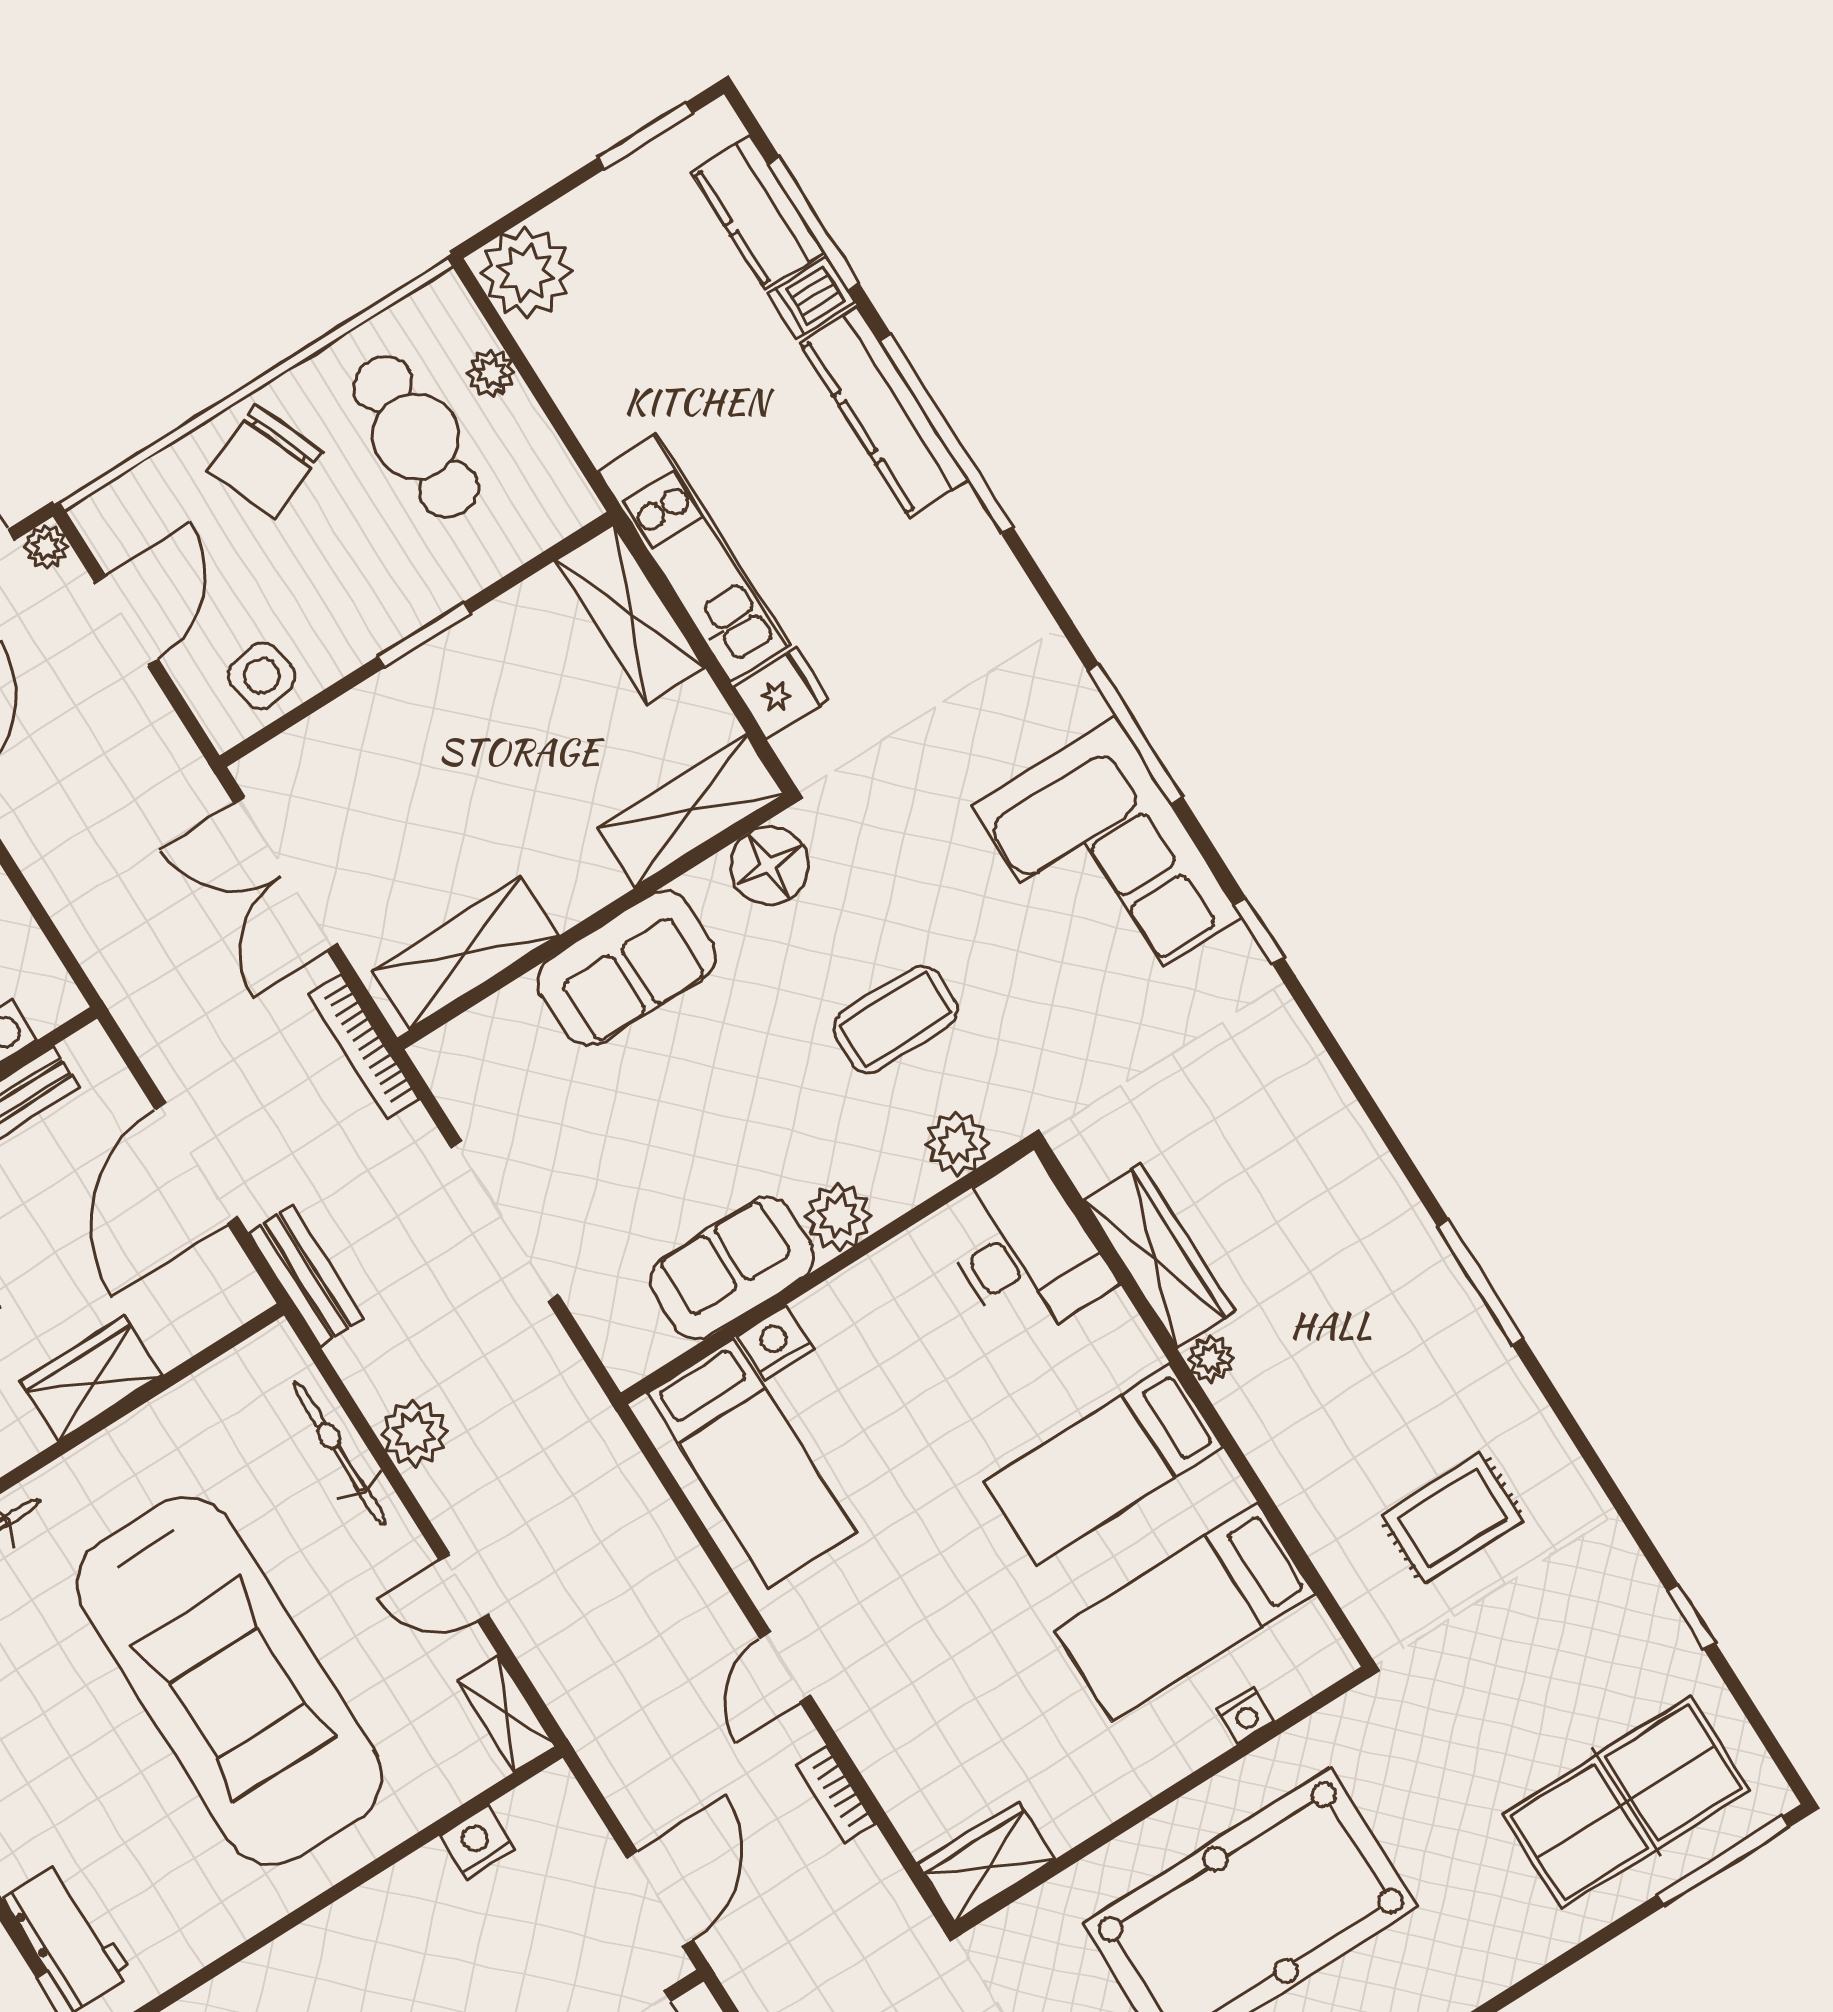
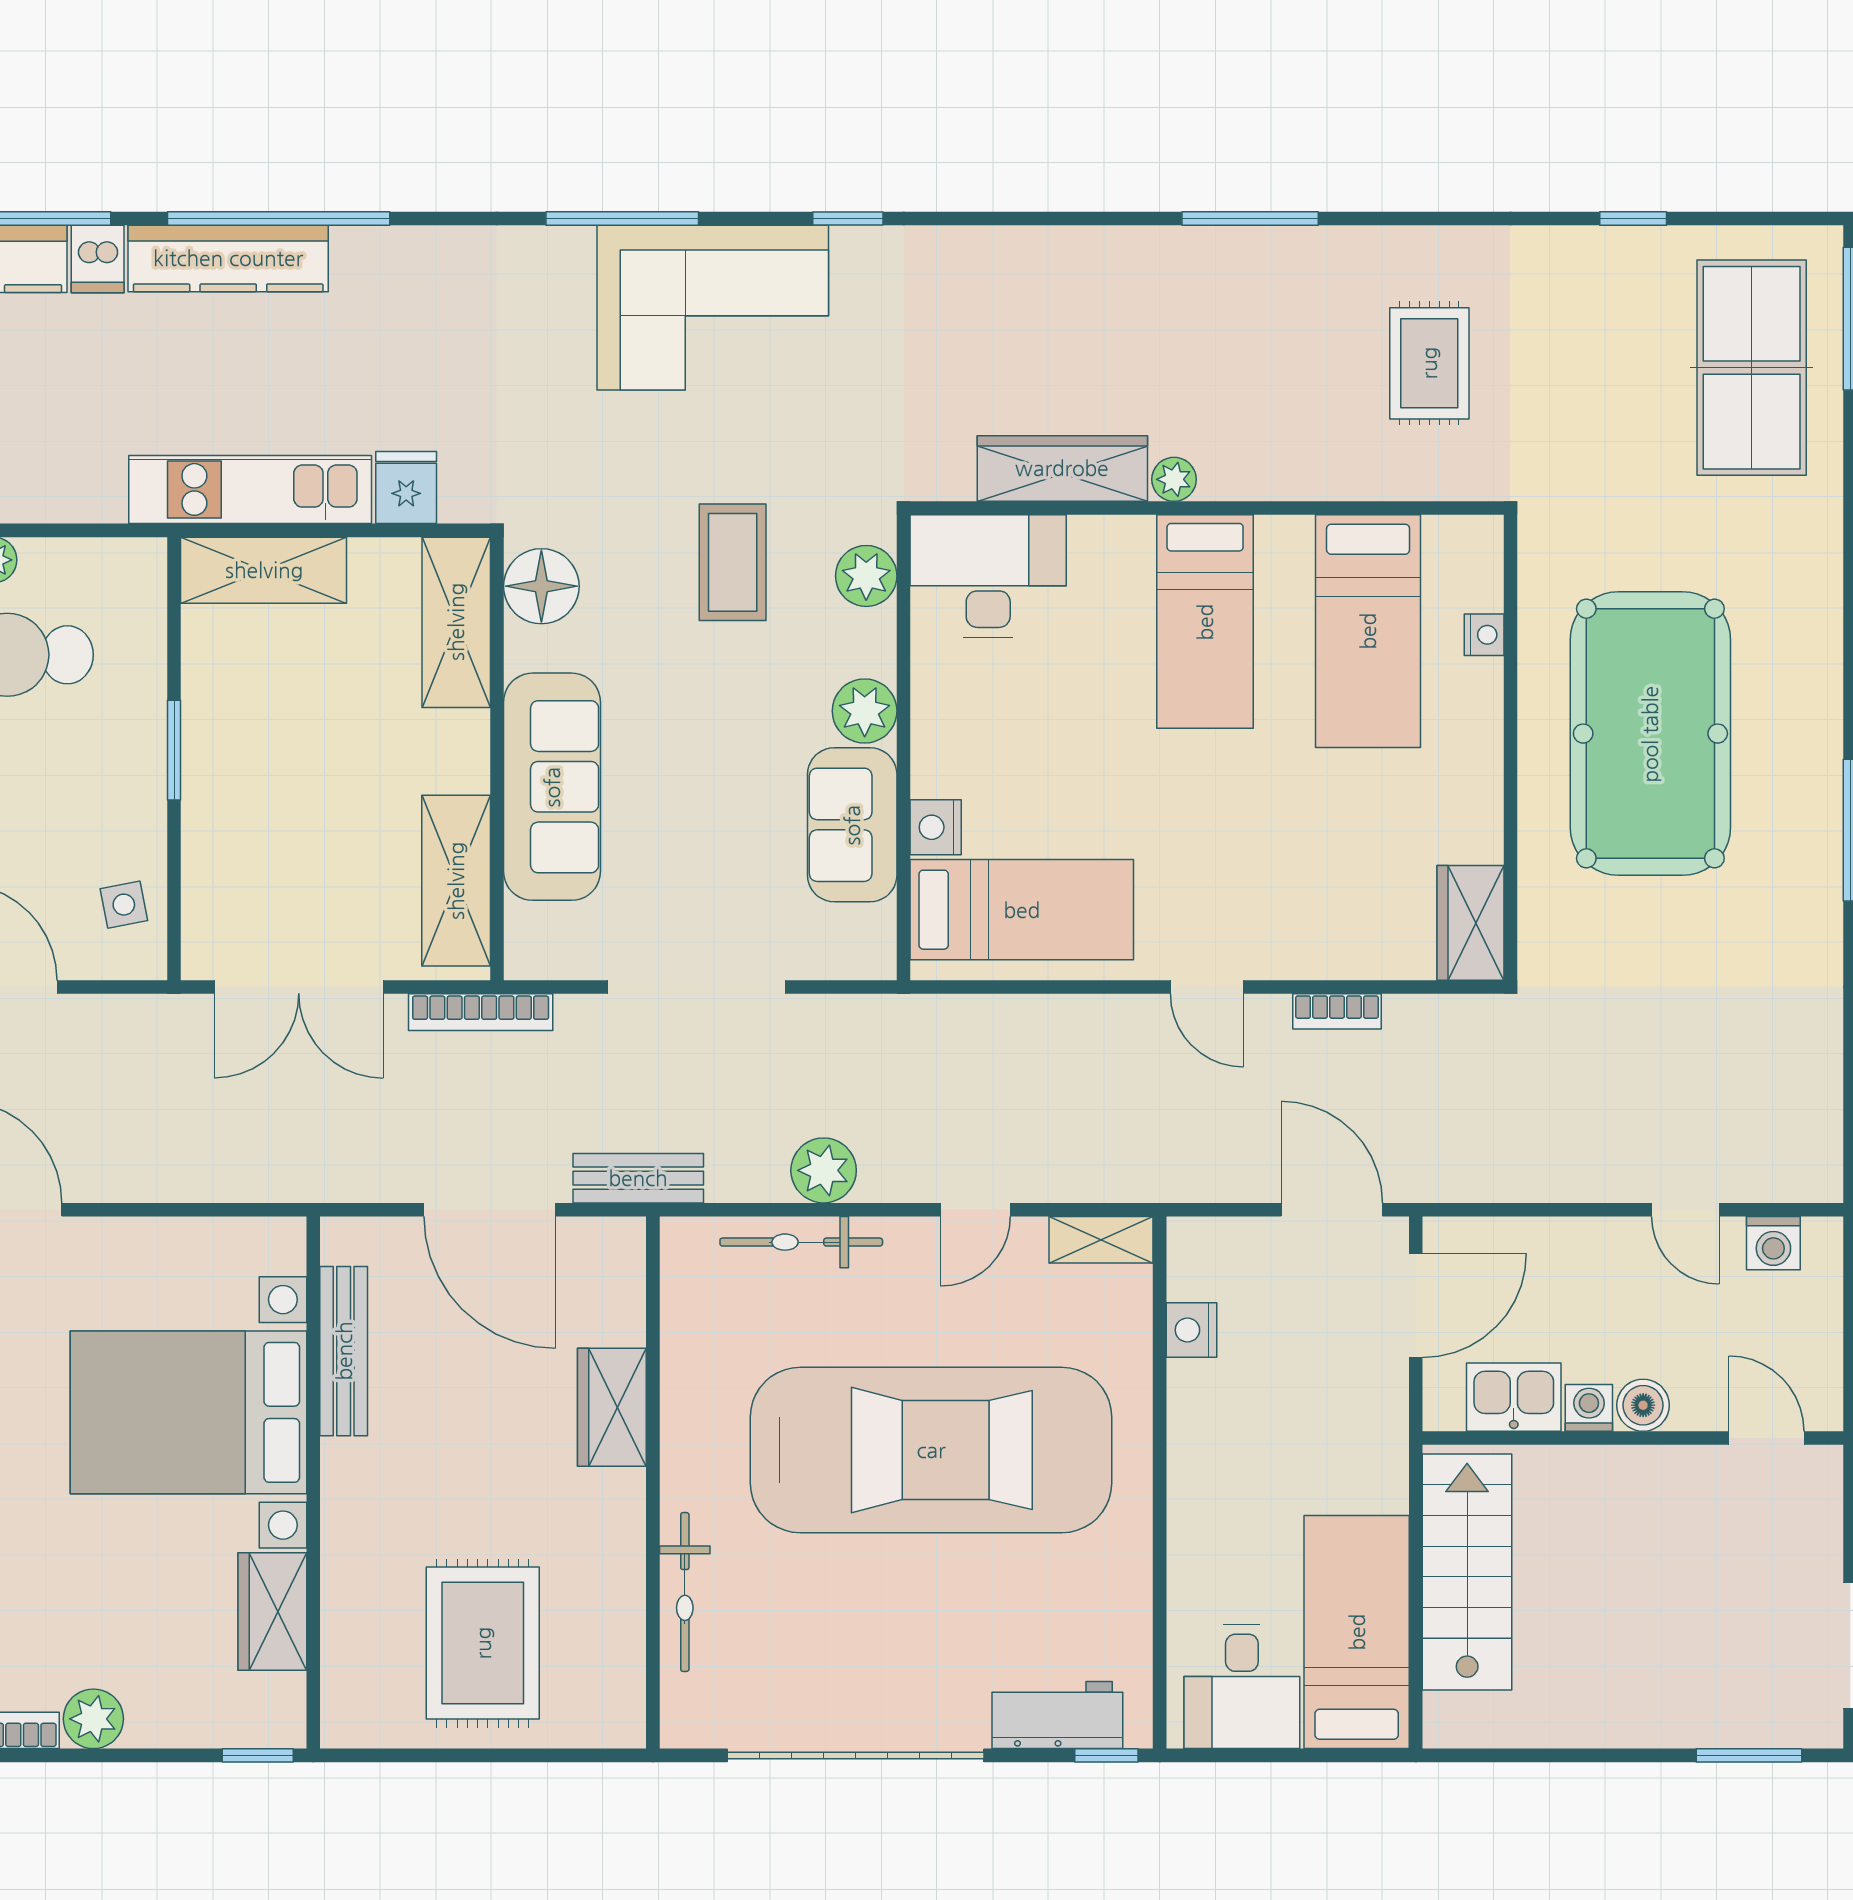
side table: (262, 676) -> (124, 905), width x0.73, depth x0.73
sofa: (626, 968) -> (552, 787), width x1.36

